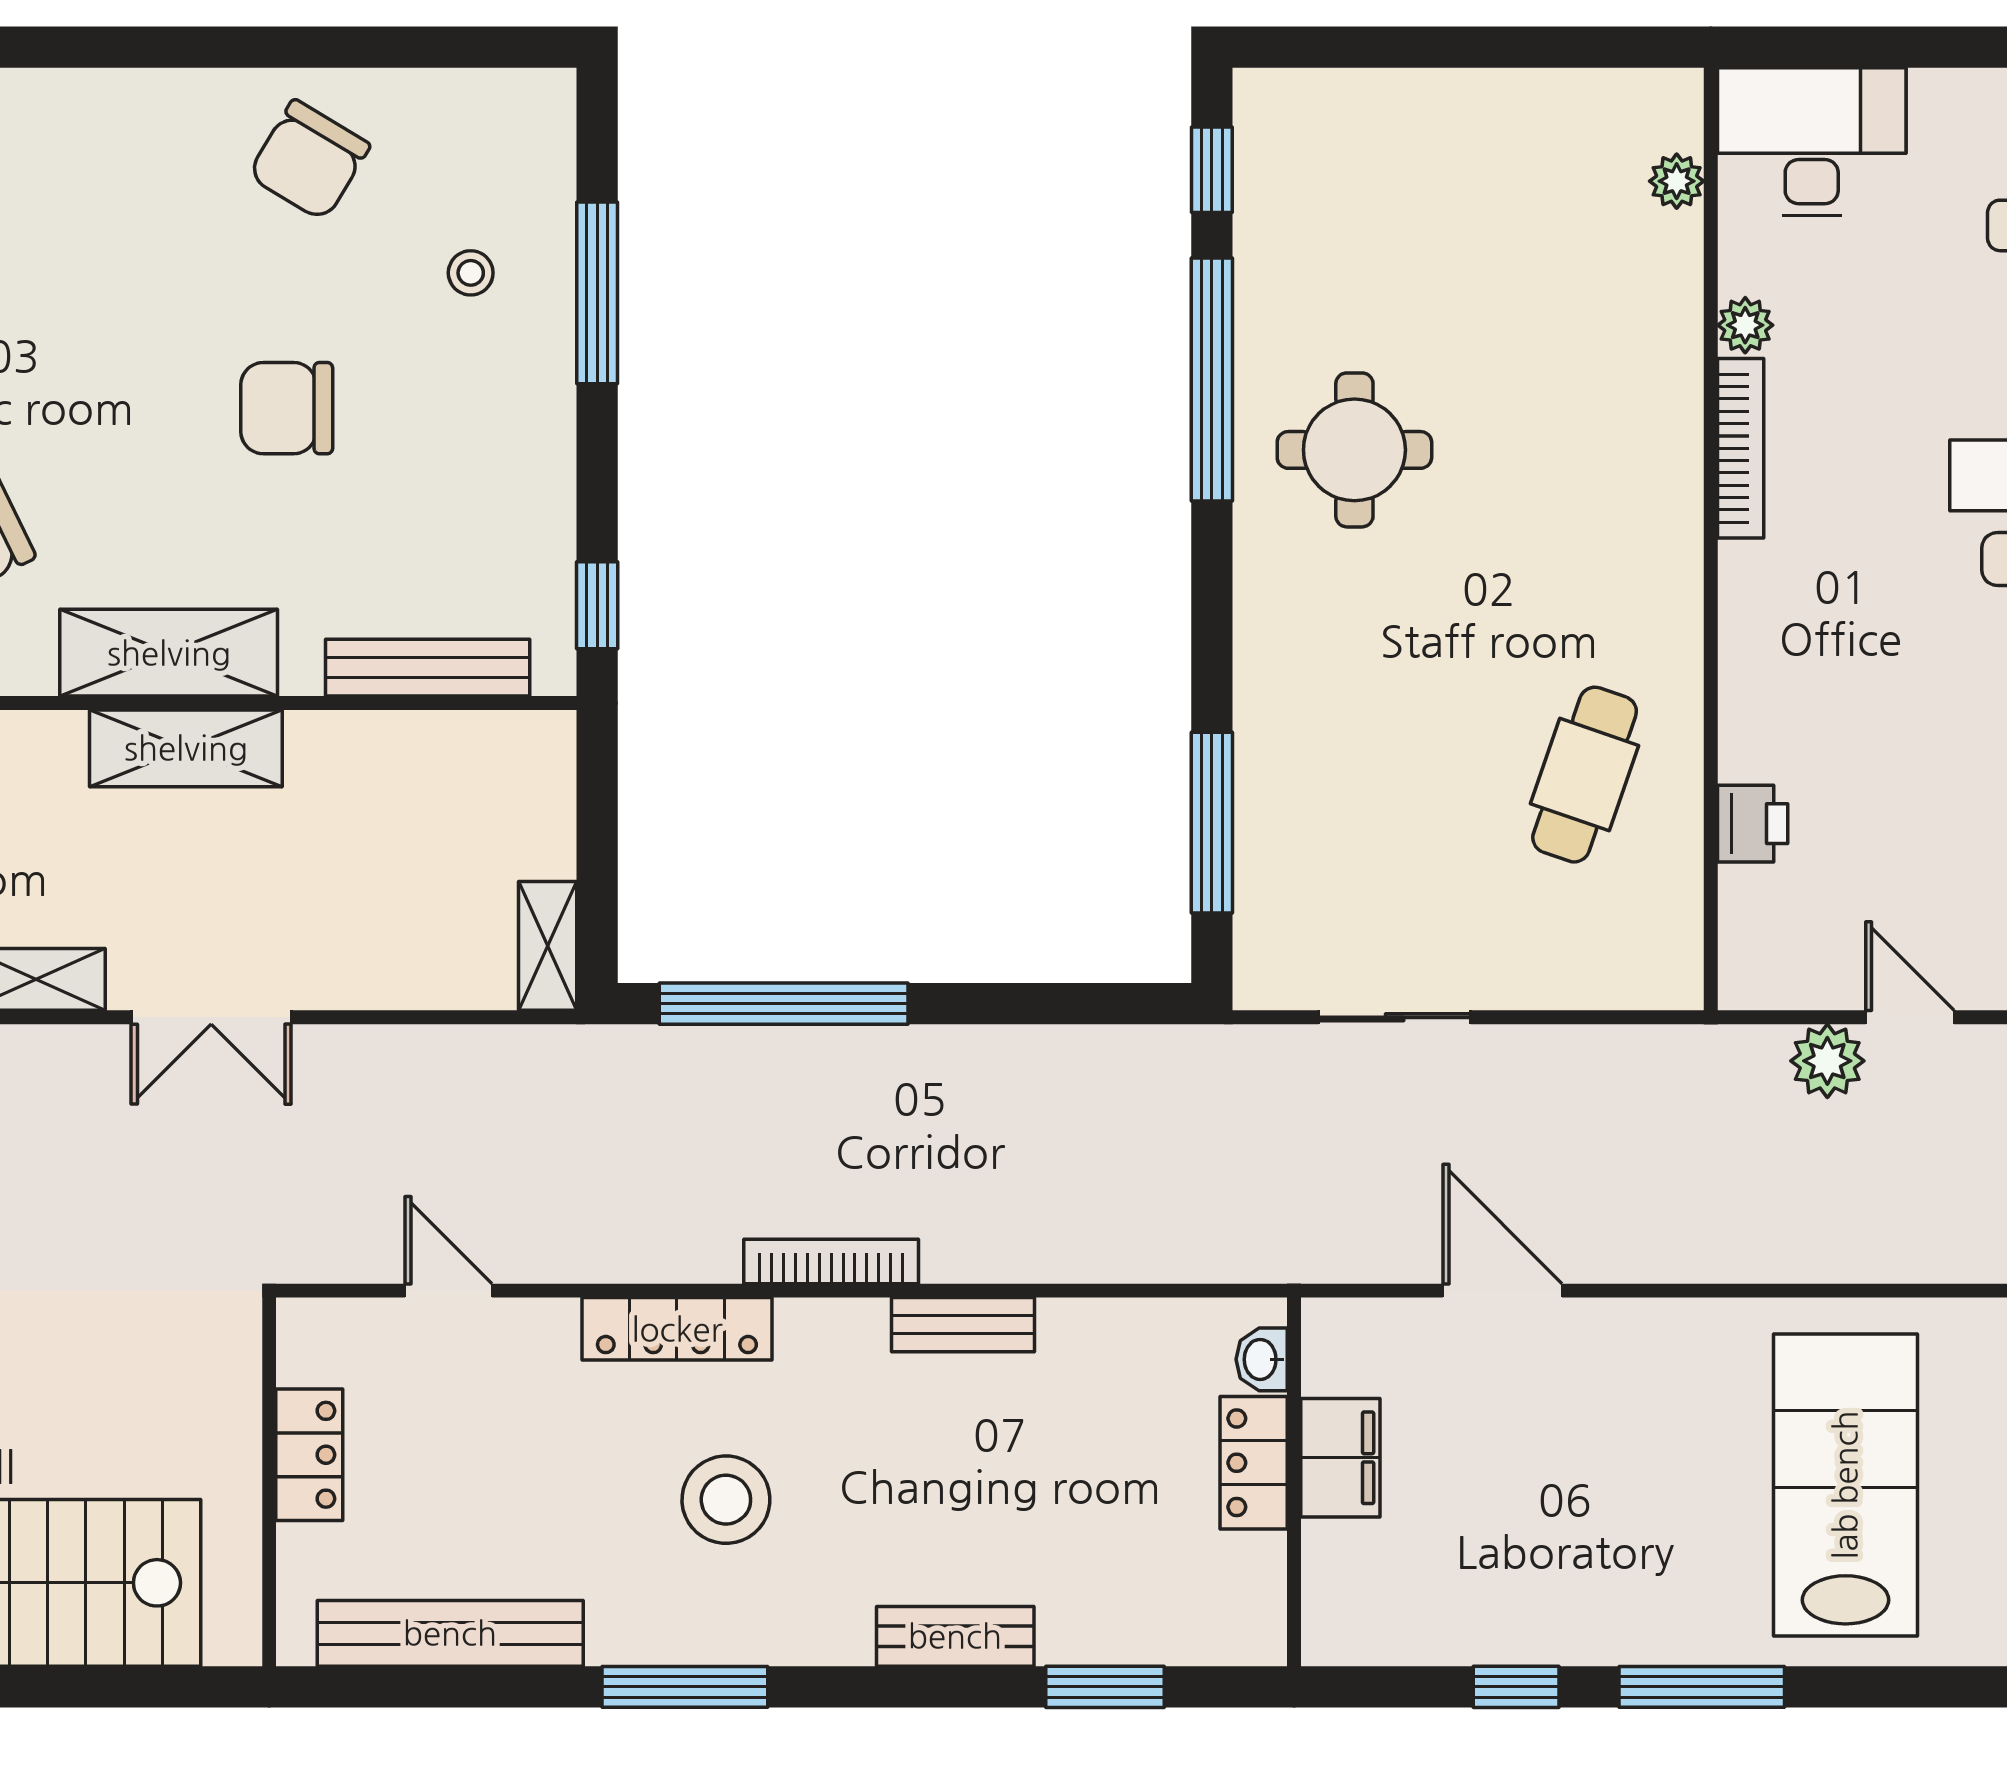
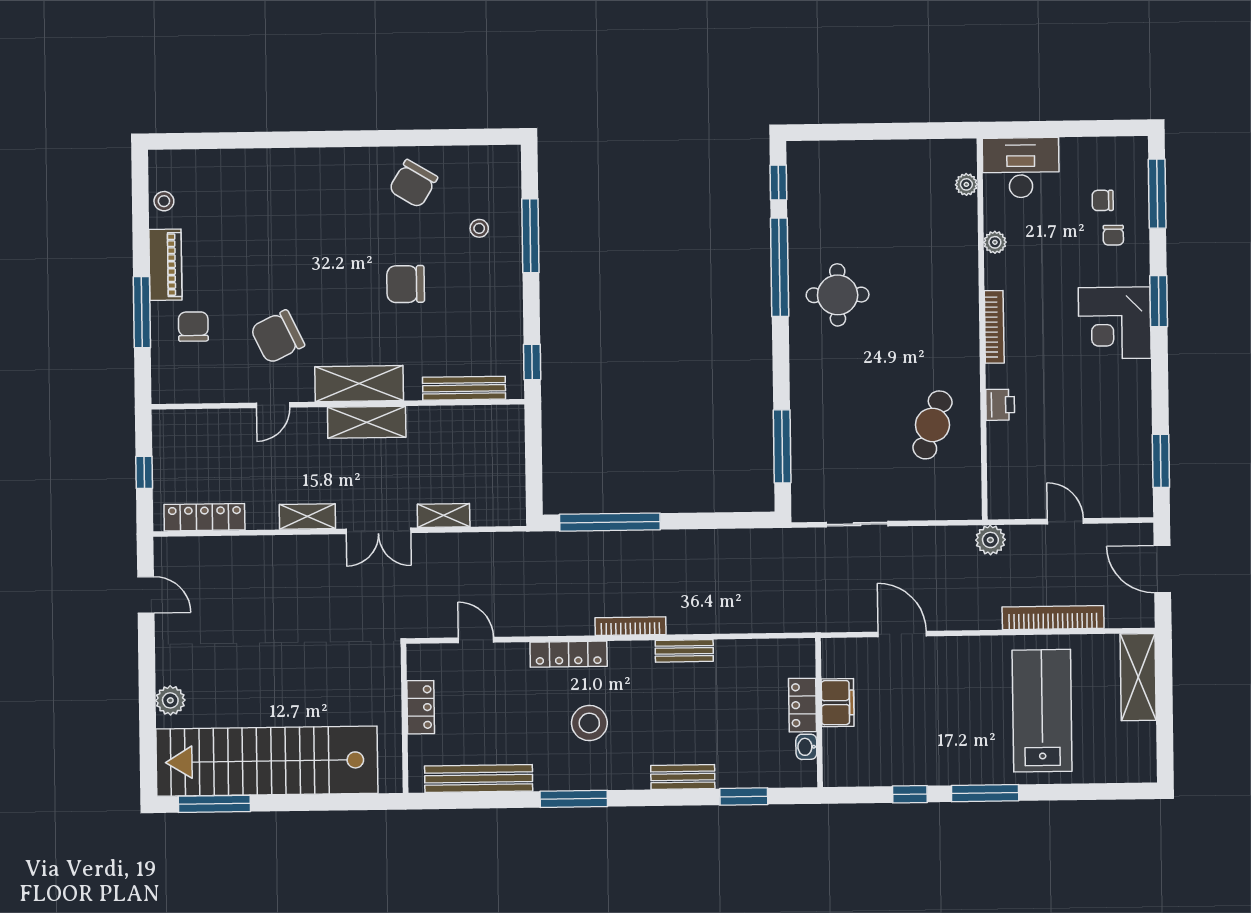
bookcase: (1741, 448) -> (994, 327), moved
printer: (1753, 824) -> (1000, 405), moved
shelving: (548, 946) -> (444, 515), moved, turned 90
plant: (1827, 1061) -> (990, 540), moved
bookcase: (1876, 1255) -> (1053, 618), added
washbasin: (1262, 1359) -> (806, 747), moved

